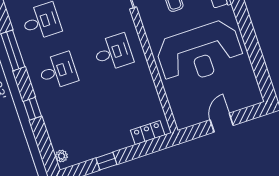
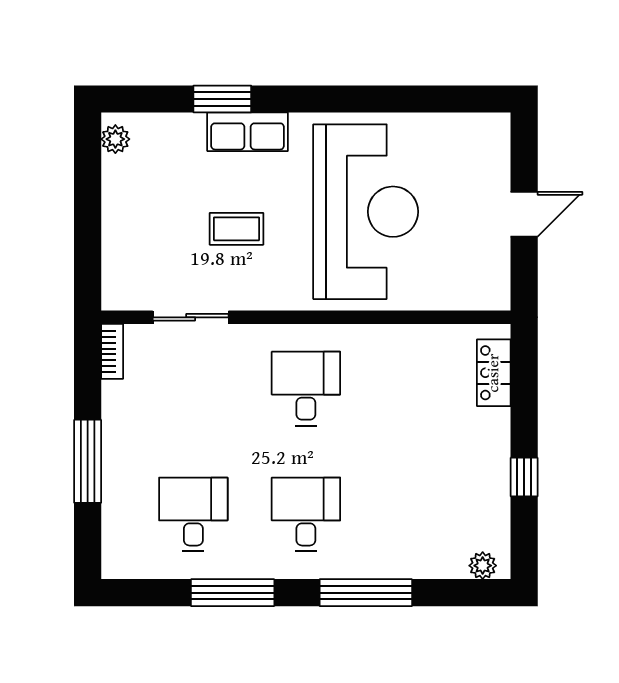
window: (32, 109) -> (366, 593), width x2.17
door: (222, 123) -> (524, 214), swing flipped

